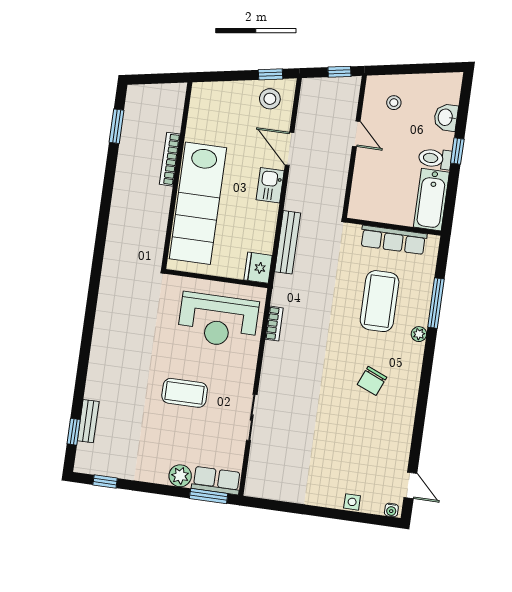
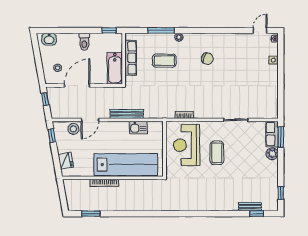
stool: (270, 99) -> (73, 129), moved
washbasin: (446, 117) -> (49, 39), moved
door: (356, 134) -> (77, 86), width x1.88
window: (457, 151) -> (109, 30), moved
kitchen sink: (270, 185) -> (138, 128), moved
bathtub: (431, 200) -> (115, 68), moved, turned 90
bench: (288, 242) -> (127, 114), moved
fridge: (258, 268) -> (66, 161), moved, turned -100
coffee table: (380, 301) -> (164, 61), width x0.73, depth x0.76
reception desk: (218, 320) -> (187, 145), turned 180
coffee table: (185, 393) -> (217, 153), moved

